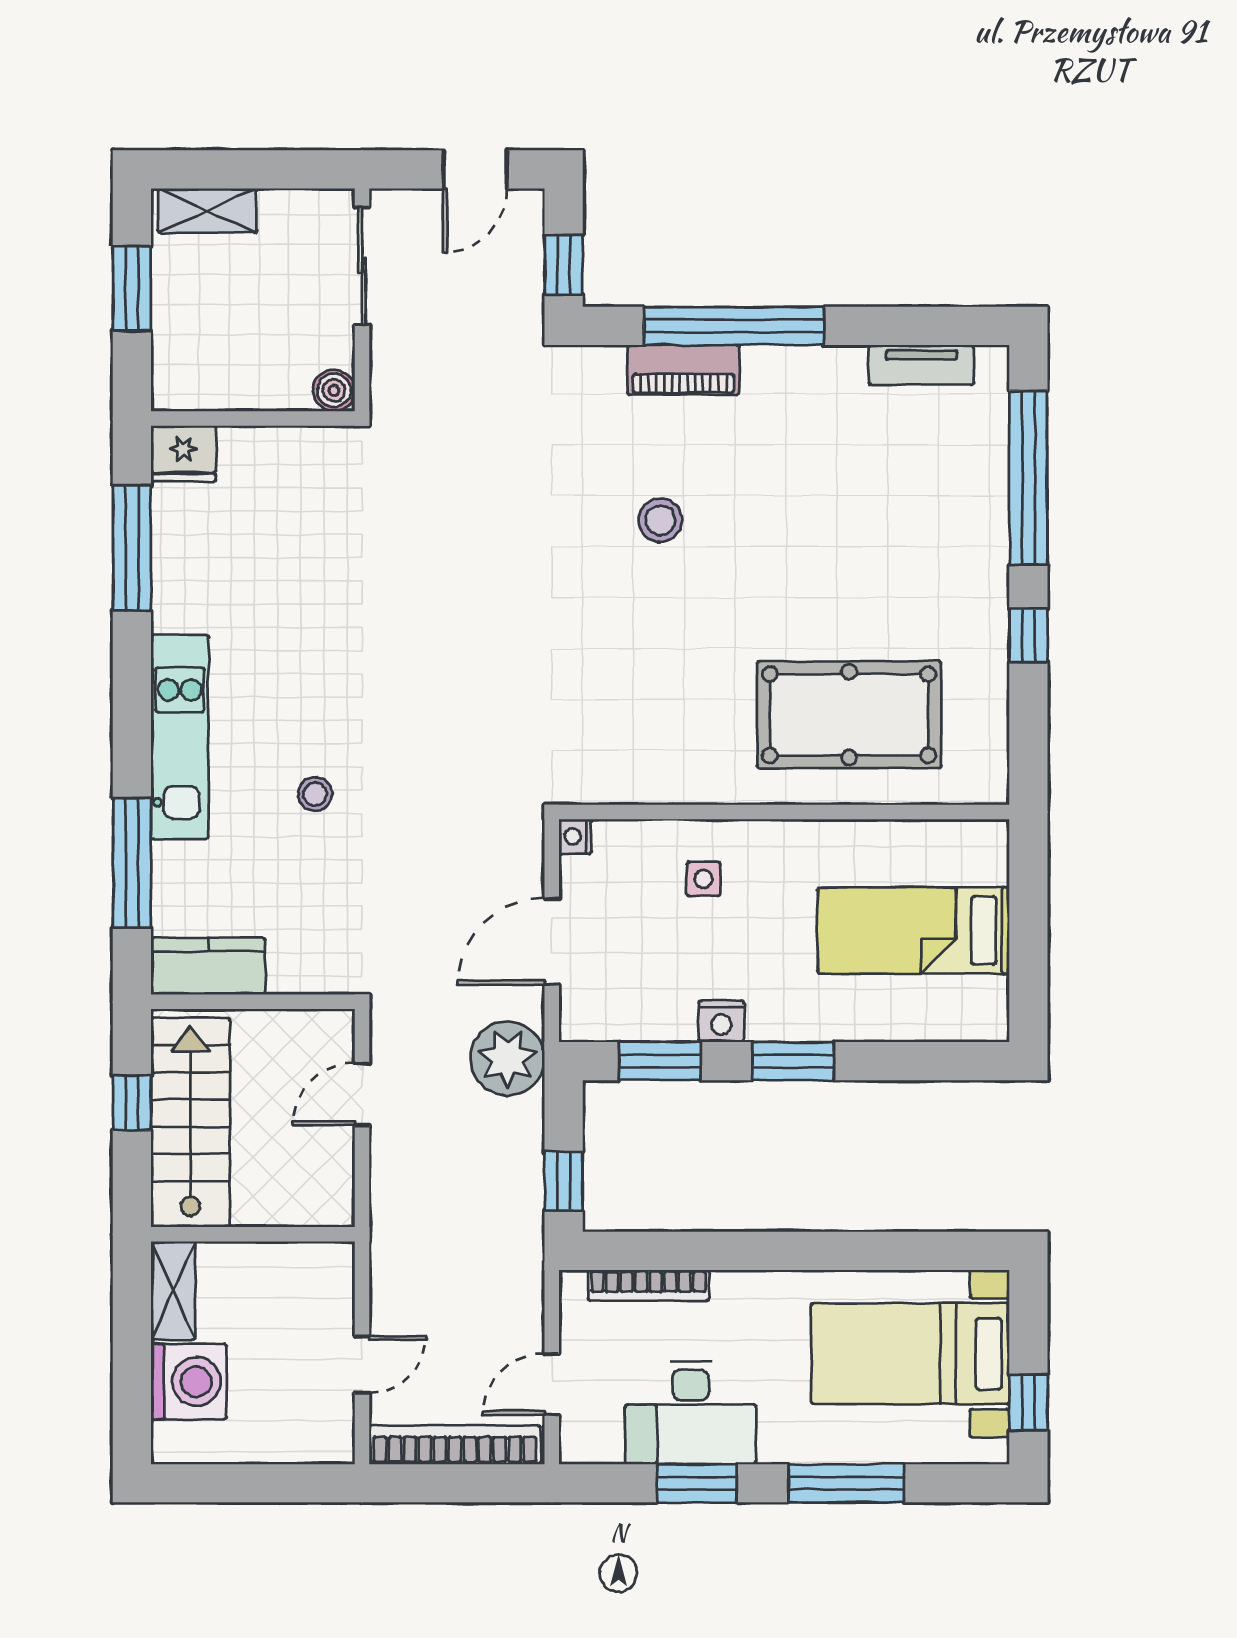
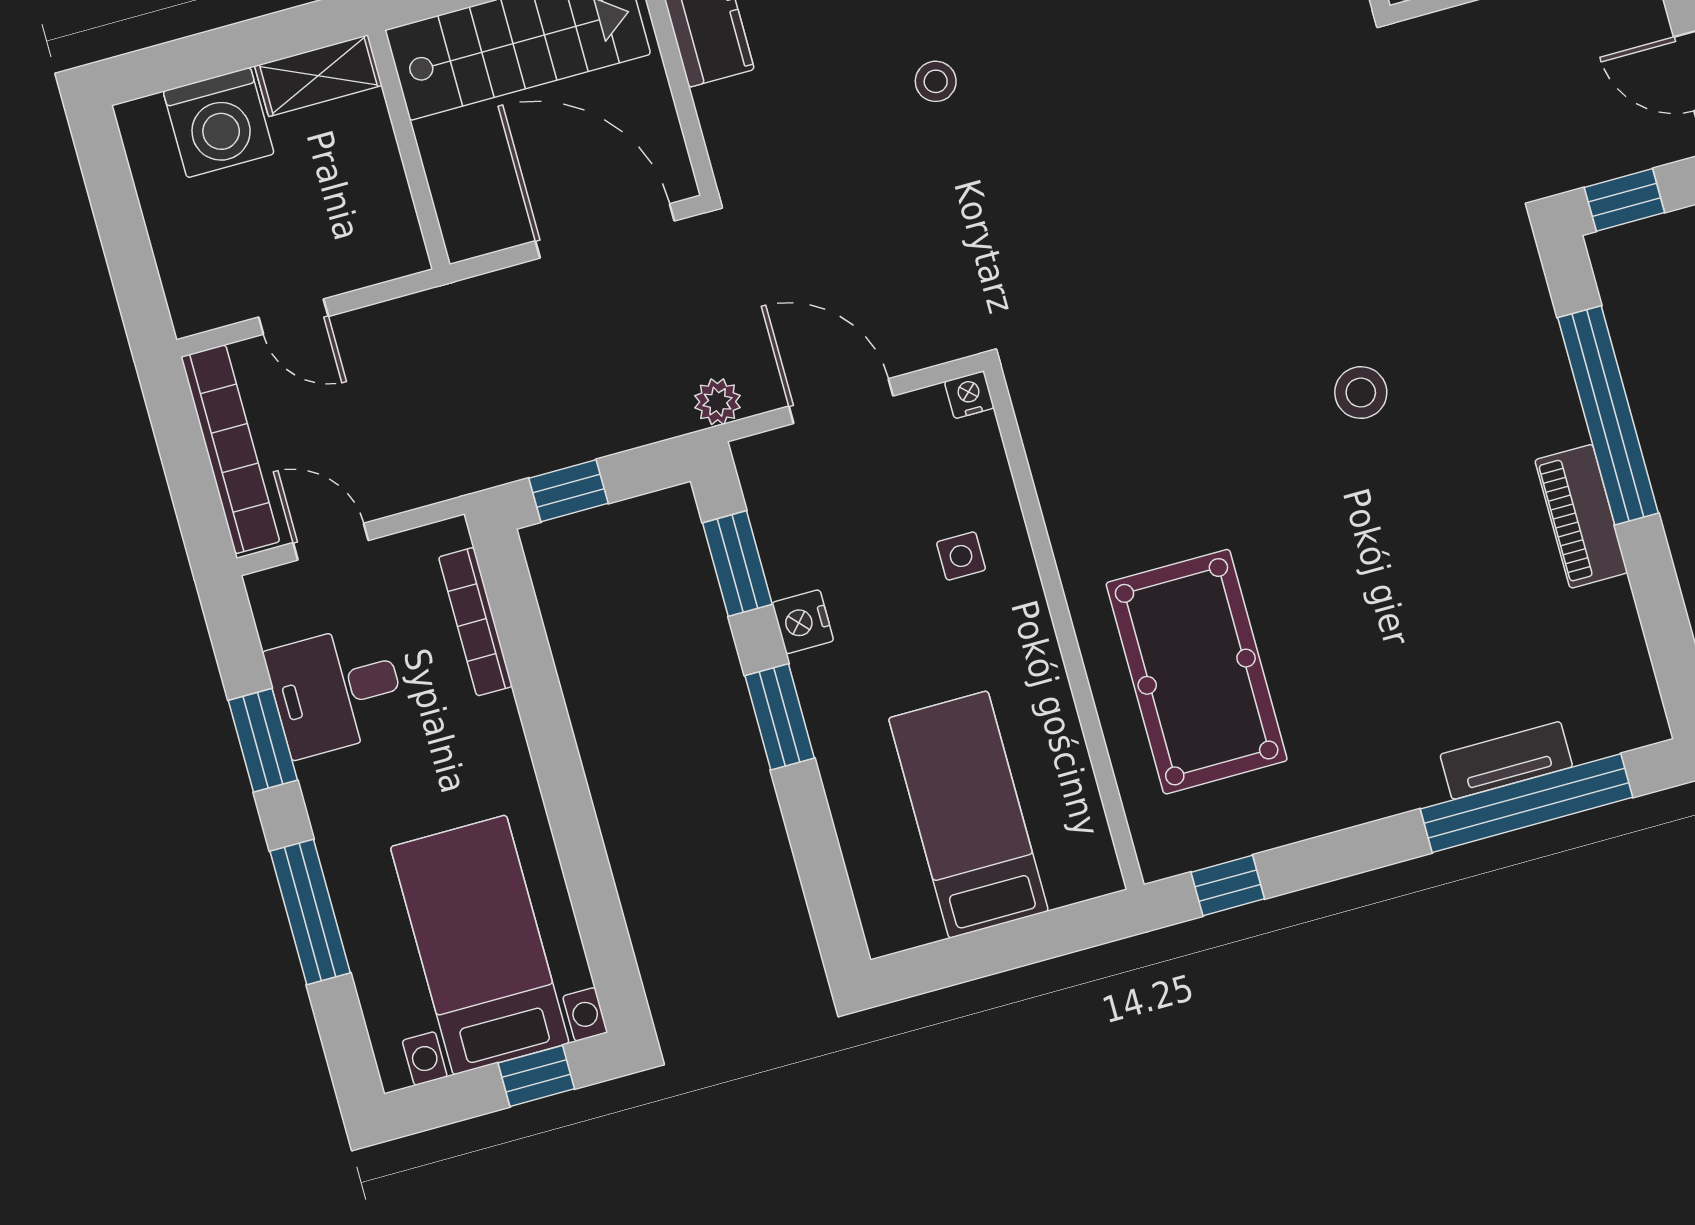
tv unit: (921, 365) -> (1506, 760), moved, turned 90
piano: (683, 370) -> (1581, 516), moved
window: (1028, 636) -> (1228, 885), moved
plant: (508, 1059) -> (718, 402), width x0.53, depth x0.53
door: (362, 1094) -> (605, 231), width x1.88
window: (1028, 1403) -> (536, 1076), moved
desk: (691, 1413) -> (336, 690), width x0.73

